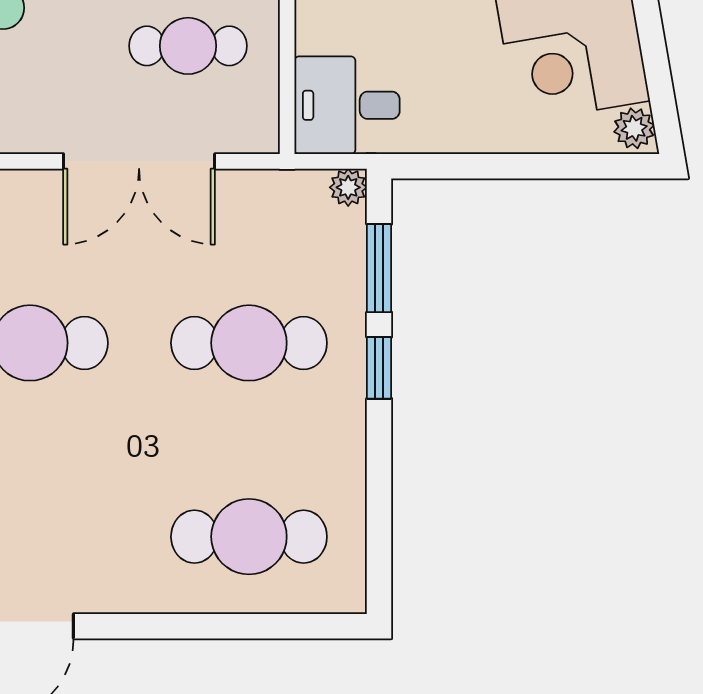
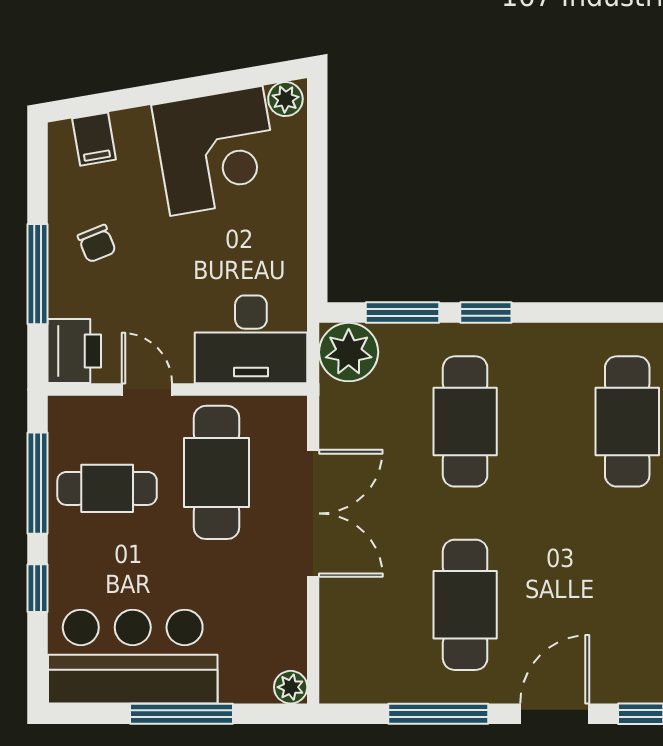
cafe table: (188, 46) -> (216, 472), width x1.37, depth x1.35
desk: (347, 105) -> (251, 339), width x1.37
plant: (348, 187) -> (349, 352), width x1.88, depth x1.88

